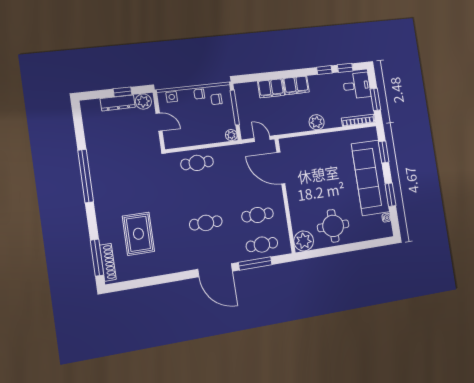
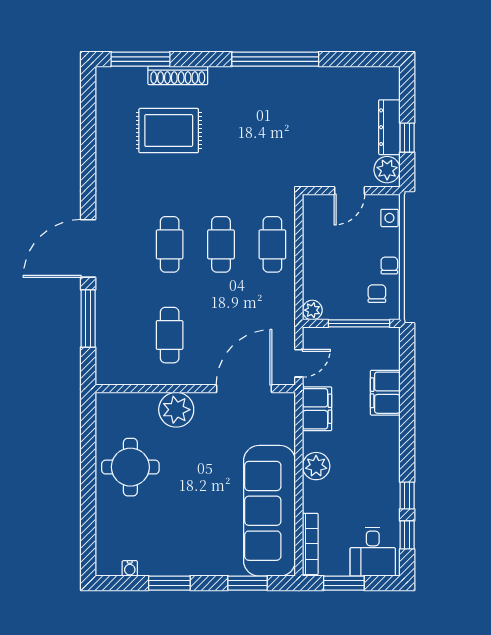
filing cabinet: (296, 85) -> (317, 409), moved, turned 180
sofa: (370, 178) -> (269, 511), moved, turned -90
plant: (304, 241) -> (176, 410), moved
cafe table: (262, 245) -> (221, 244), moved
shoe rack: (108, 262) -> (178, 75), moved

